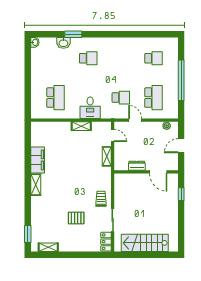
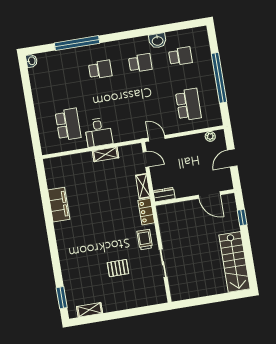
window: (73, 34) -> (77, 43), width x2.11
washbasin: (63, 43) -> (158, 41), moved
school desk: (121, 98) -> (140, 63), moved
desk: (90, 108) -> (98, 132), moved
door: (135, 120) -> (157, 138), moved
dresser: (137, 166) -> (164, 195), moved
shelving: (36, 185) -> (61, 236), removed
locker: (106, 242) -> (146, 212), moved
stairs: (145, 243) -> (234, 262), moved, turned -90

